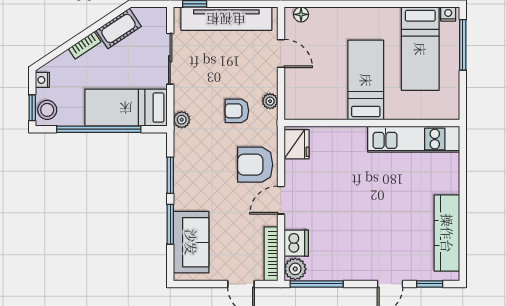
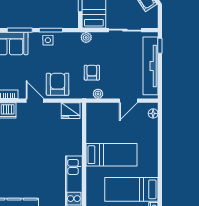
side table: (186, 180) -> (48, 40), added

